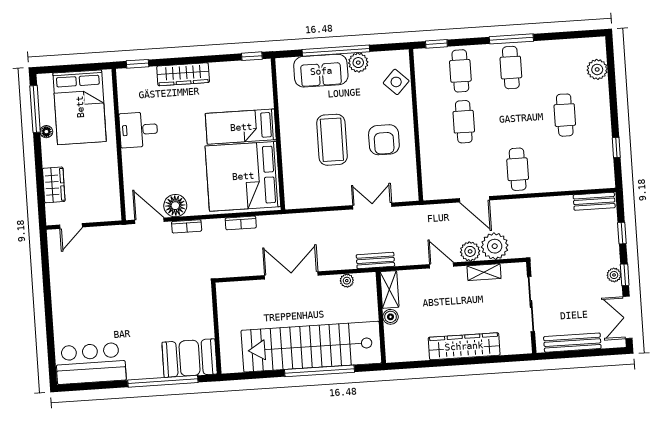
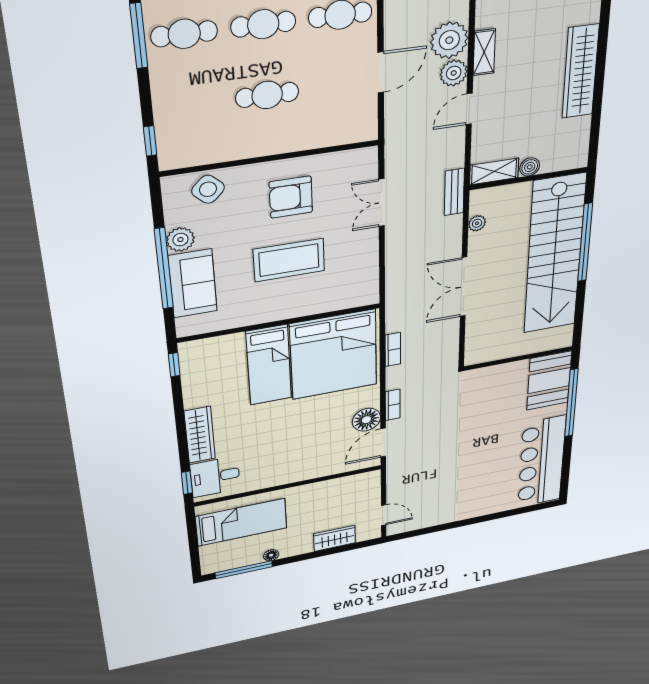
cafe table: (460, 71) -> (263, 24), moved
bed: (80, 107) -> (241, 522), width x0.67
desk: (139, 130) -> (215, 477), moved, turned 90
armchair: (384, 140) -> (291, 197), turned 180
bar counter: (91, 363) -> (542, 462), width x1.36

